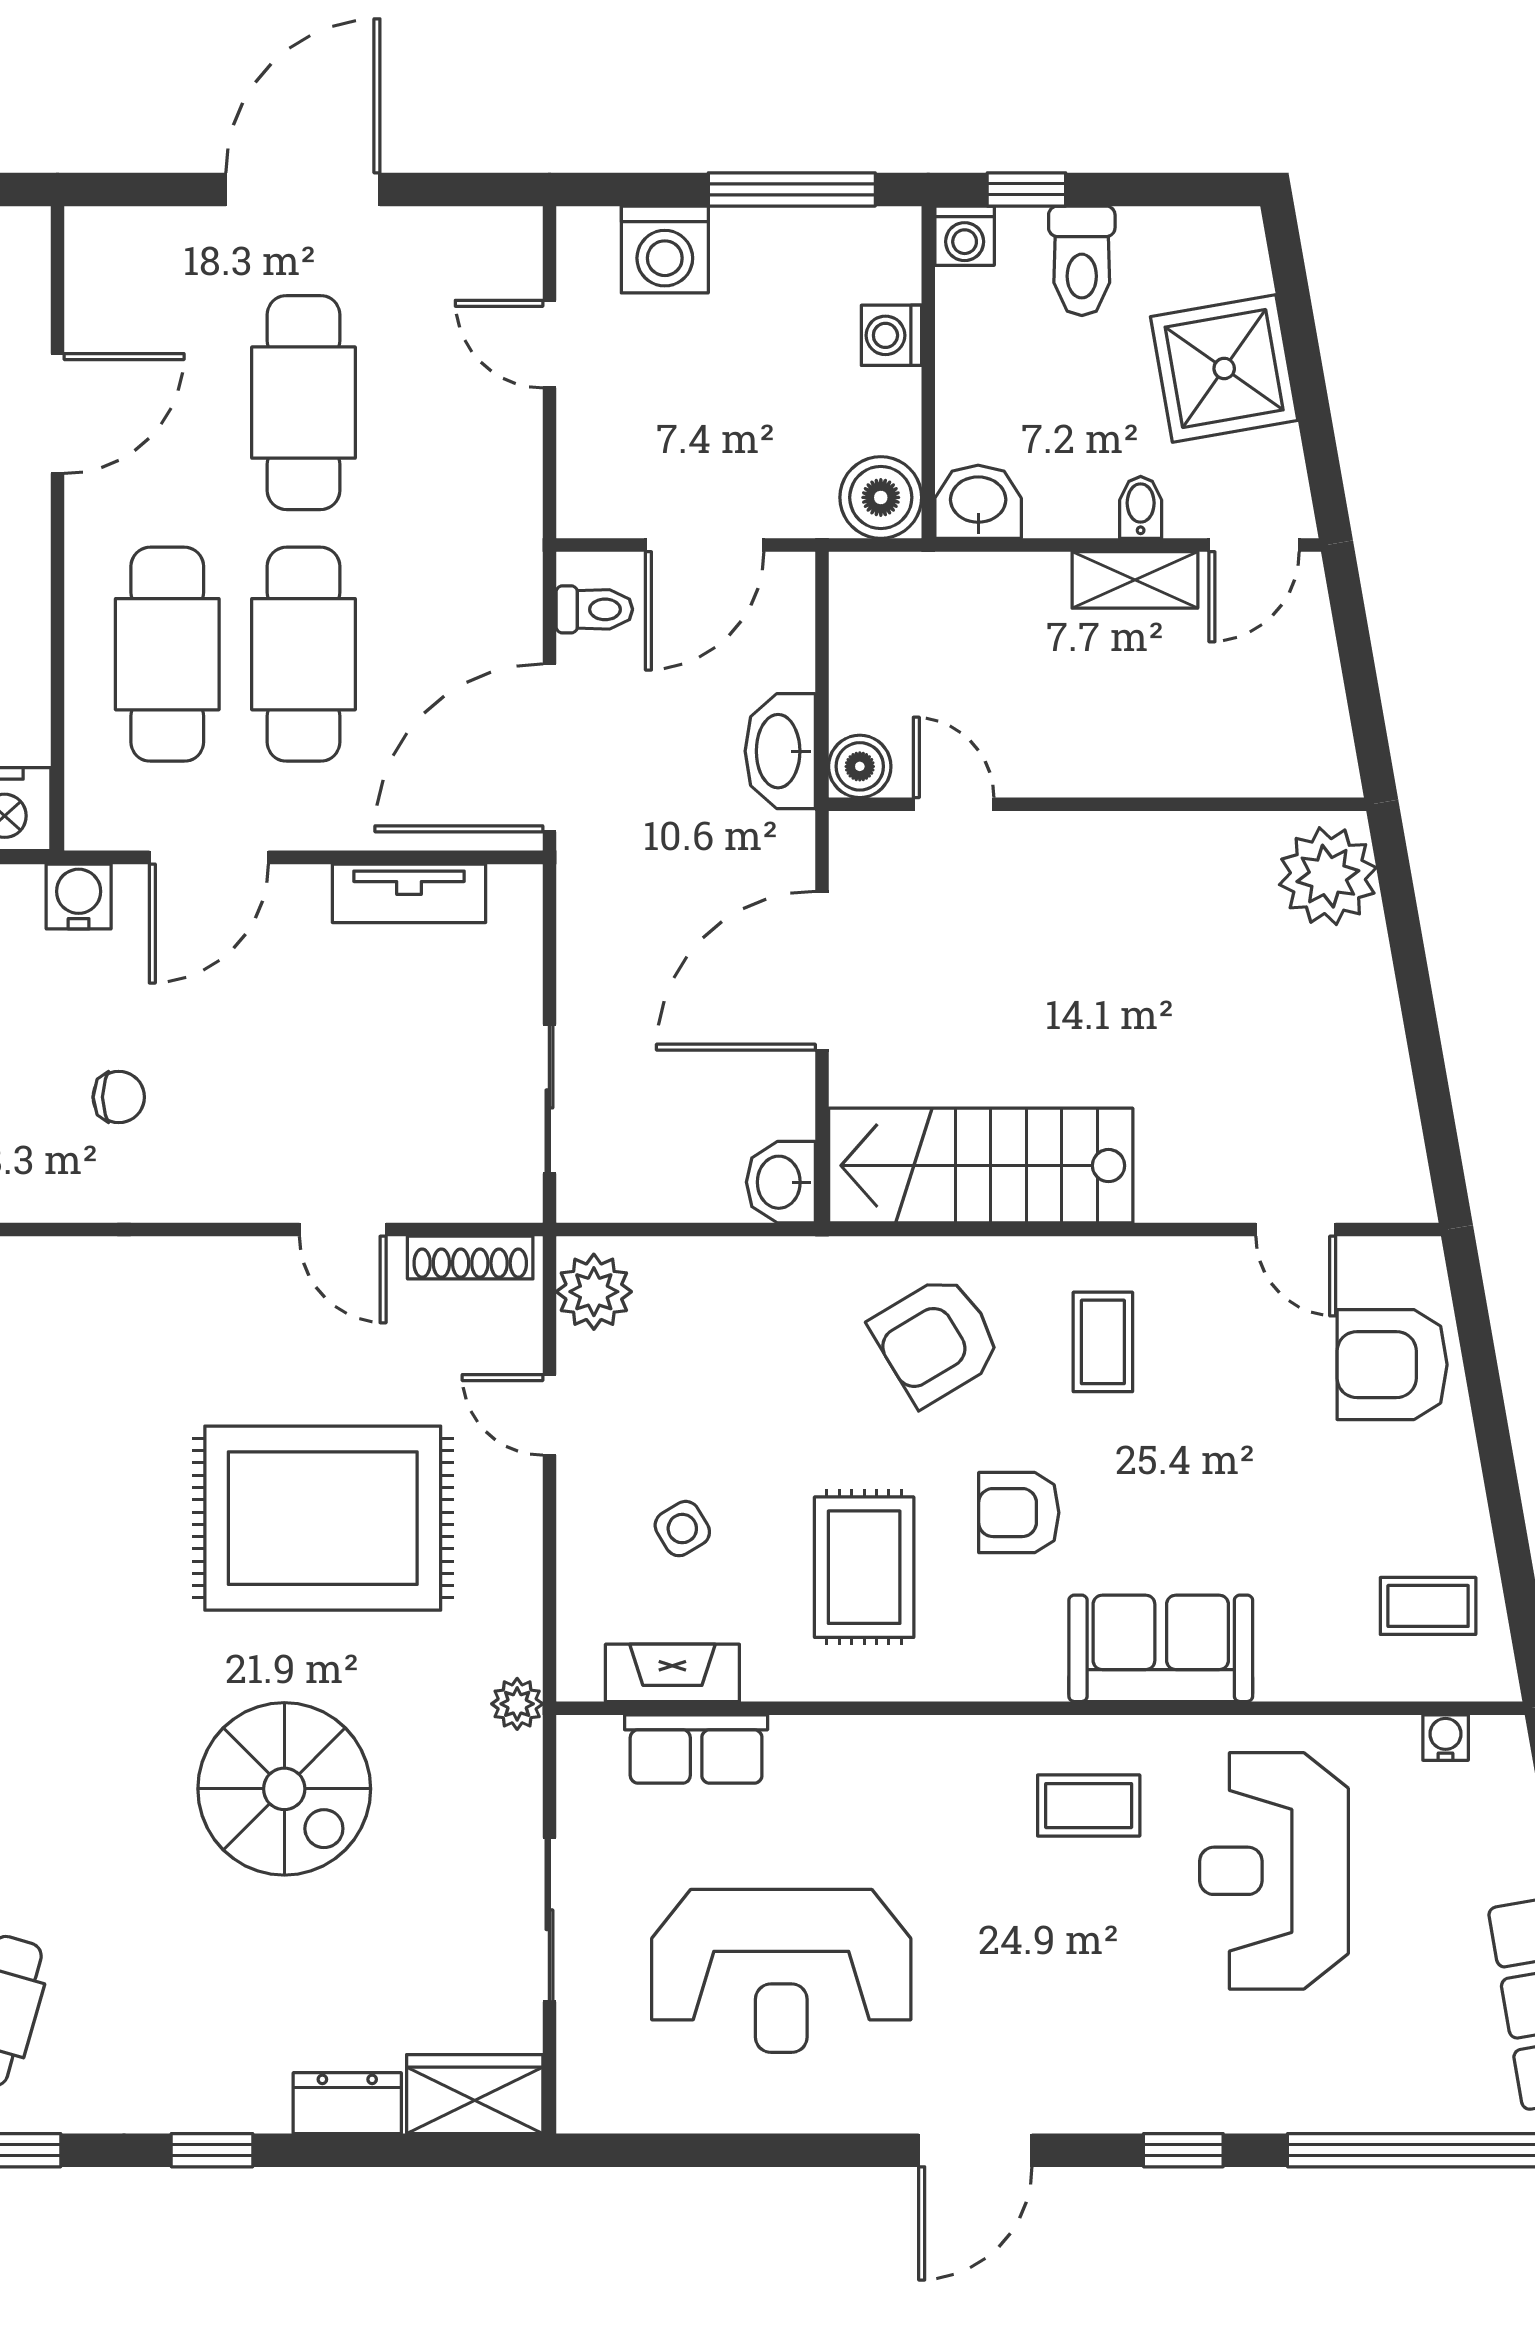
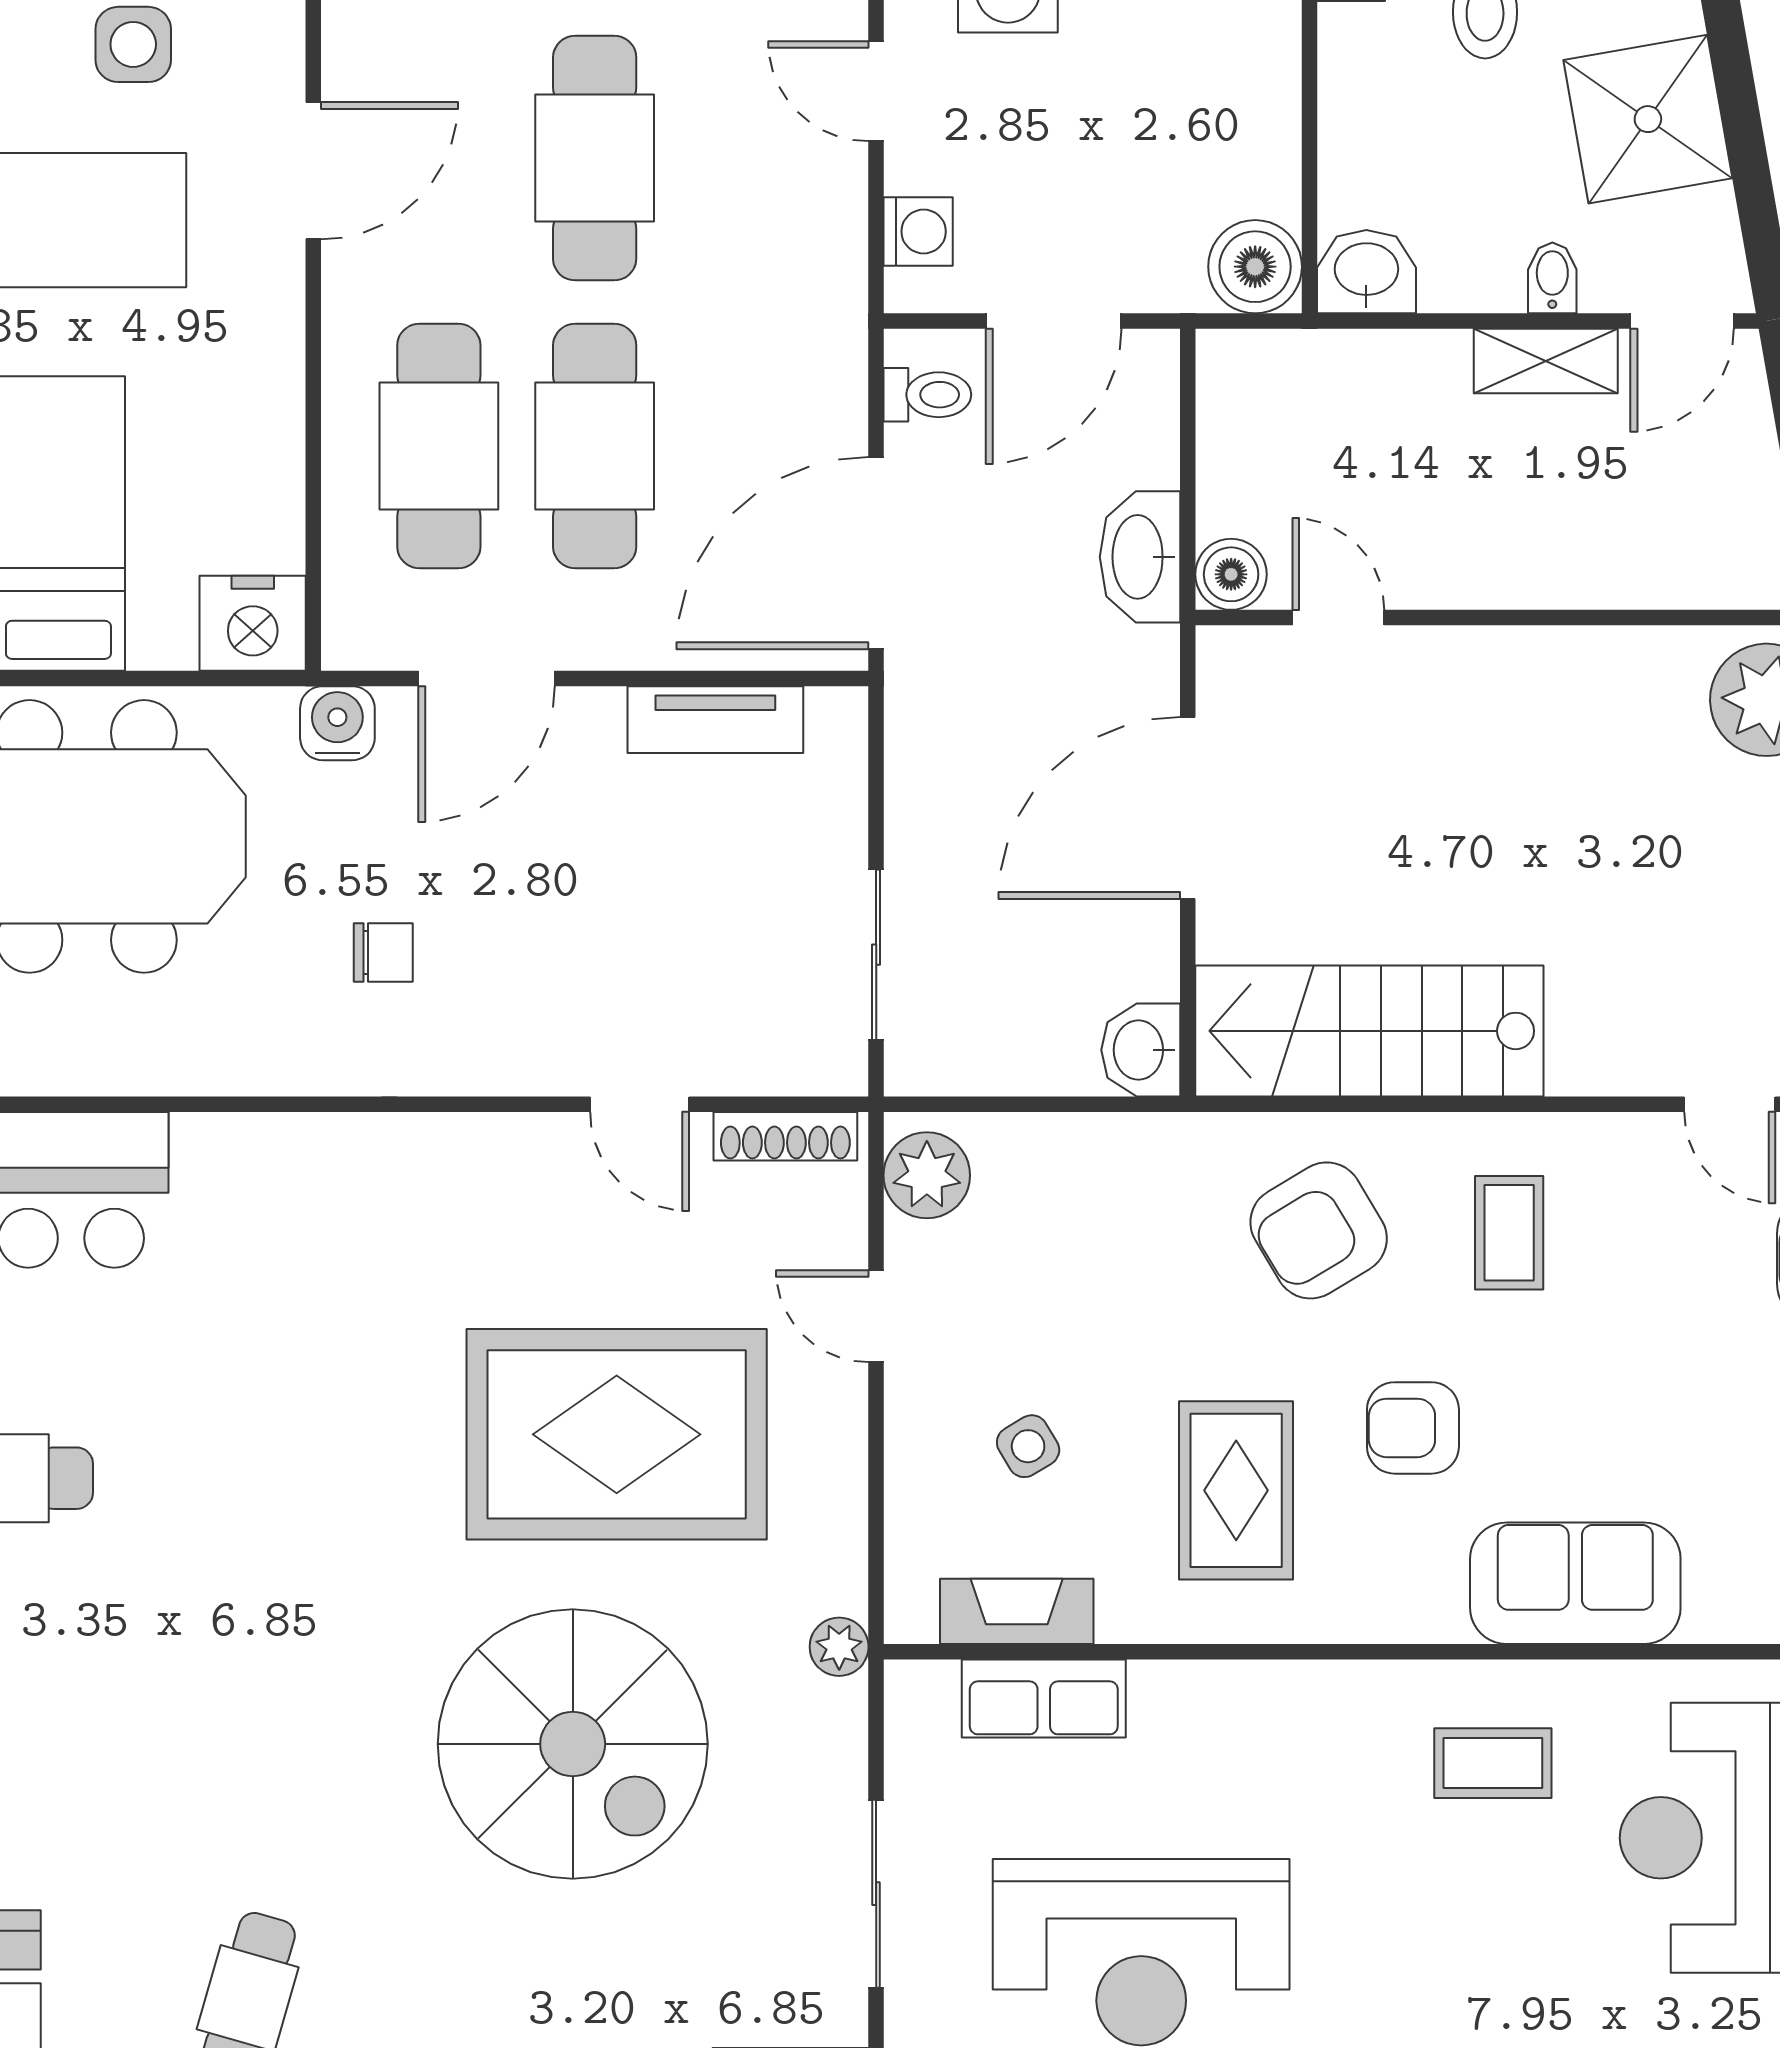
washing machine: (891, 335) -> (918, 231), moved, turned 180
spiral stairs: (284, 1789) -> (573, 1744), width x1.37, depth x1.37

